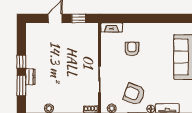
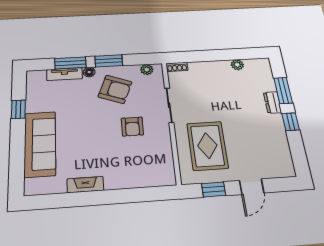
fireplace: (112, 27) -> (85, 185), moved
rug: (78, 48) -> (207, 146), added
armchair: (132, 49) -> (132, 127), moved

